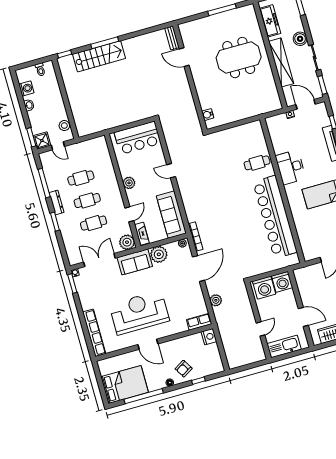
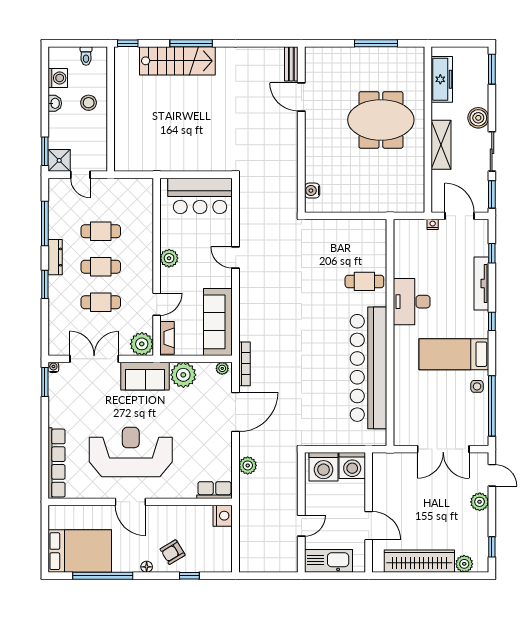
shelving: (281, 62) -> (441, 145), width x0.68
stool: (64, 126) -> (89, 103), moved

